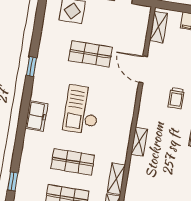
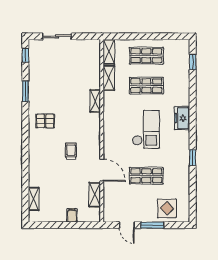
shelving: (159, 27) -> (95, 195), moved
shelving: (139, 142) -> (95, 101), moved

